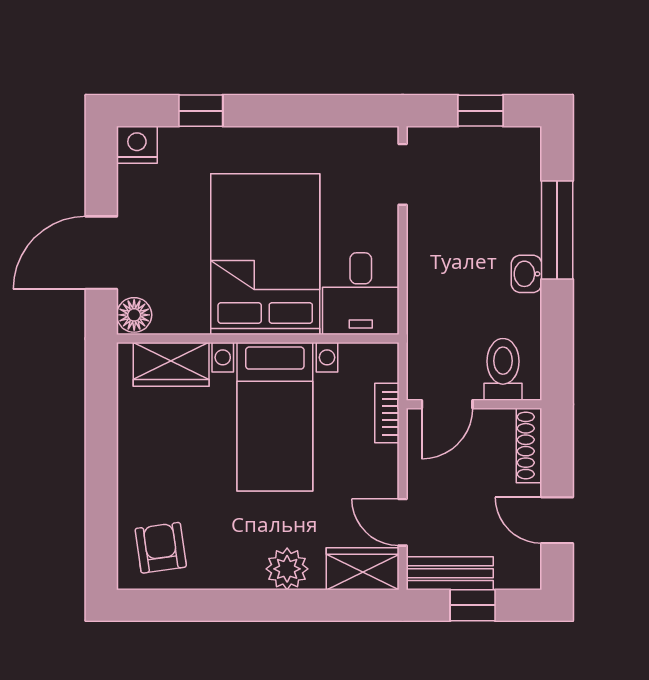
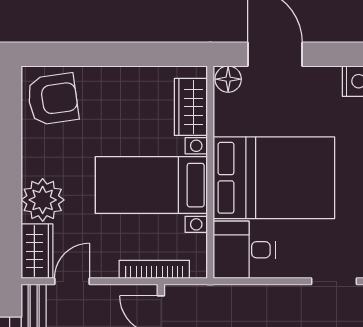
bookcase: (387, 413) -> (154, 269), width x1.56
armchair: (161, 548) -> (53, 99), width x1.38, depth x1.38
plant: (287, 569) -> (43, 200), width x1.36, depth x1.36

